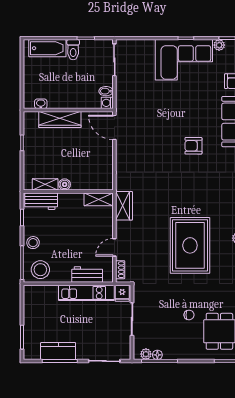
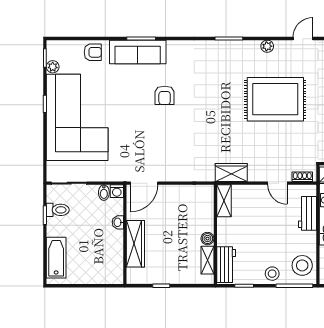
toilet: (73, 50) -> (58, 210), moved
corner sofa: (184, 60) -> (77, 117), width x1.36, depth x1.36
washbasin: (41, 104) -> (118, 222), moved

